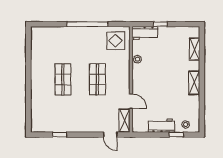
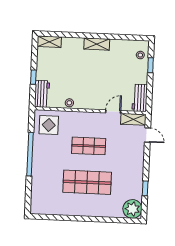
shelving: (194, 49) -> (49, 42), moved
shop shelf: (63, 79) -> (87, 182), width x1.43, depth x1.36
plant: (40, 123) -> (132, 209), added
workbench: (161, 126) -> (140, 98), moved
door: (110, 135) -> (147, 135), hinge flipped

